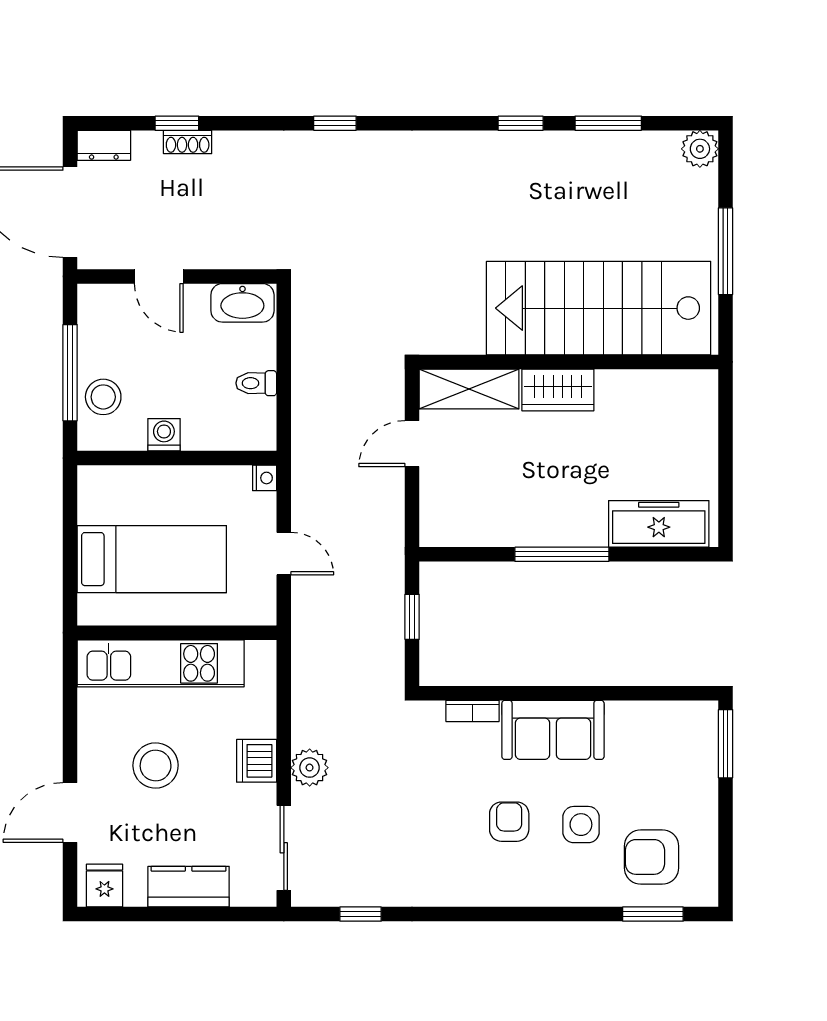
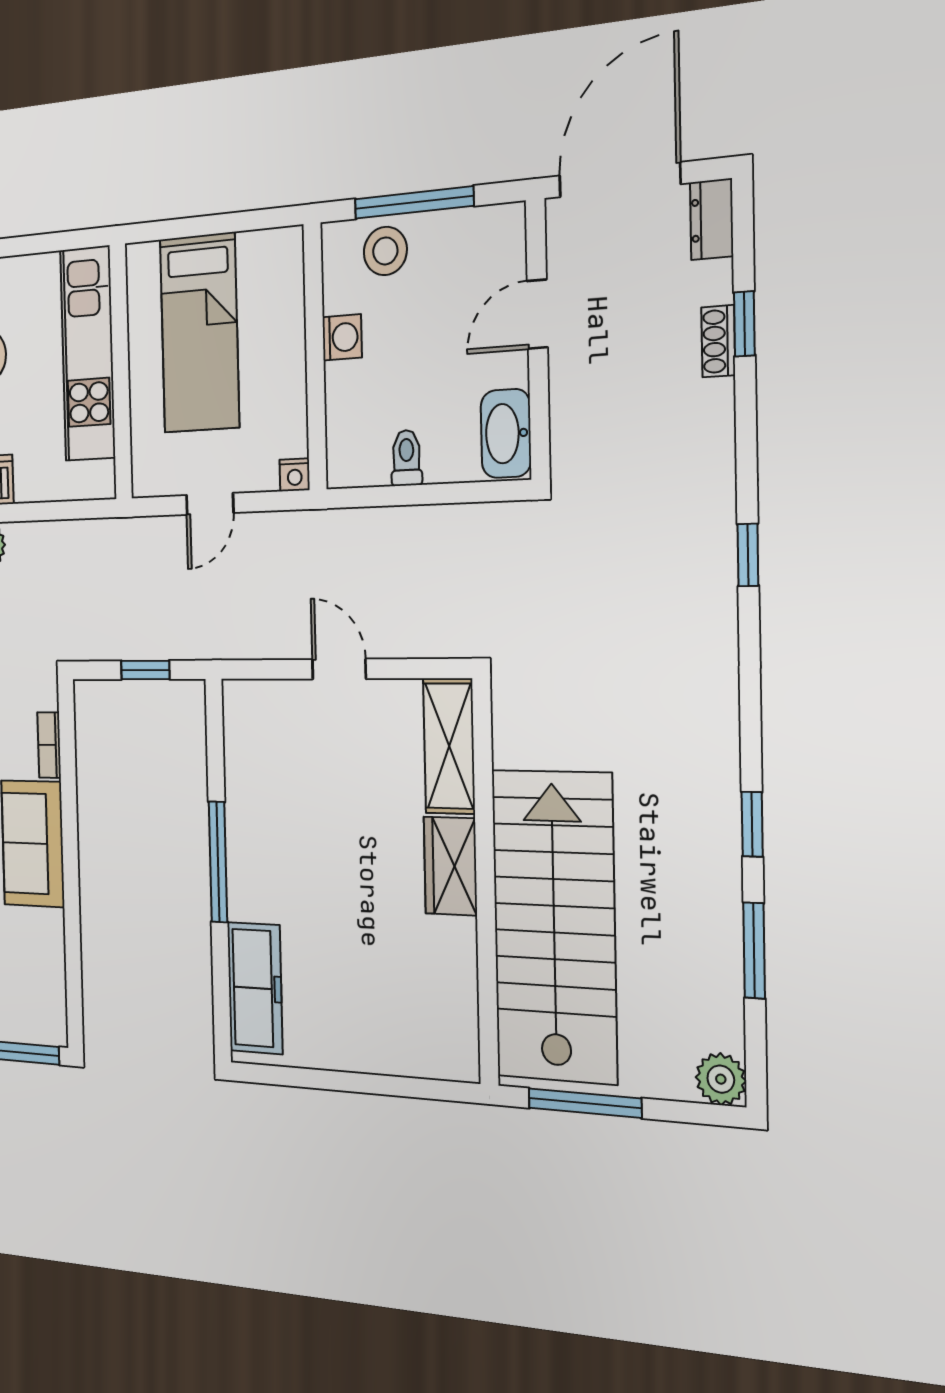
stairs: (599, 308) -> (554, 926), moved
wall: (569, 362) -> (485, 882), moved
shelving: (469, 389) -> (449, 746), moved
wardrobe: (558, 390) -> (450, 866), moved

